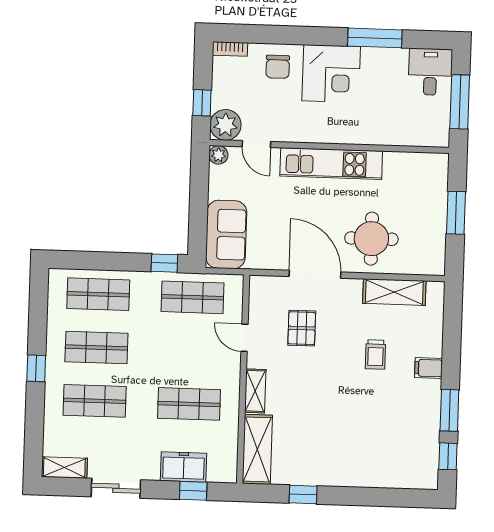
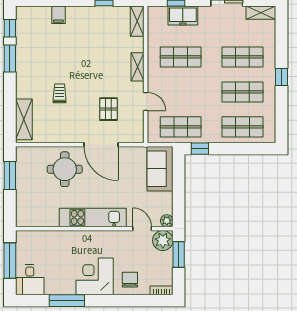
window: (202, 103) -> (179, 254), width x1.50
window: (456, 213) -> (10, 176), moved
shelving: (394, 292) -> (24, 119), moved, turned 90
filing cabinet: (428, 368) -> (58, 15), moved, turned 90
shelving: (257, 449) -> (137, 21), width x0.67, depth x0.75

